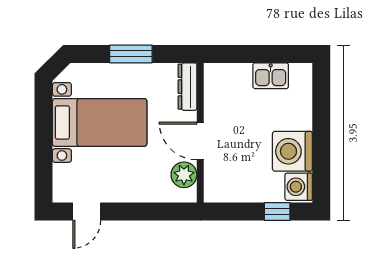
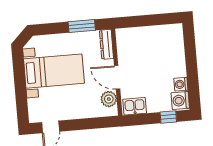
window: (131, 54) -> (82, 26), moved
kitchen sink: (271, 76) -> (135, 106), moved, turned 180
washing machine: (292, 151) -> (181, 84), width x0.53, depth x0.53

